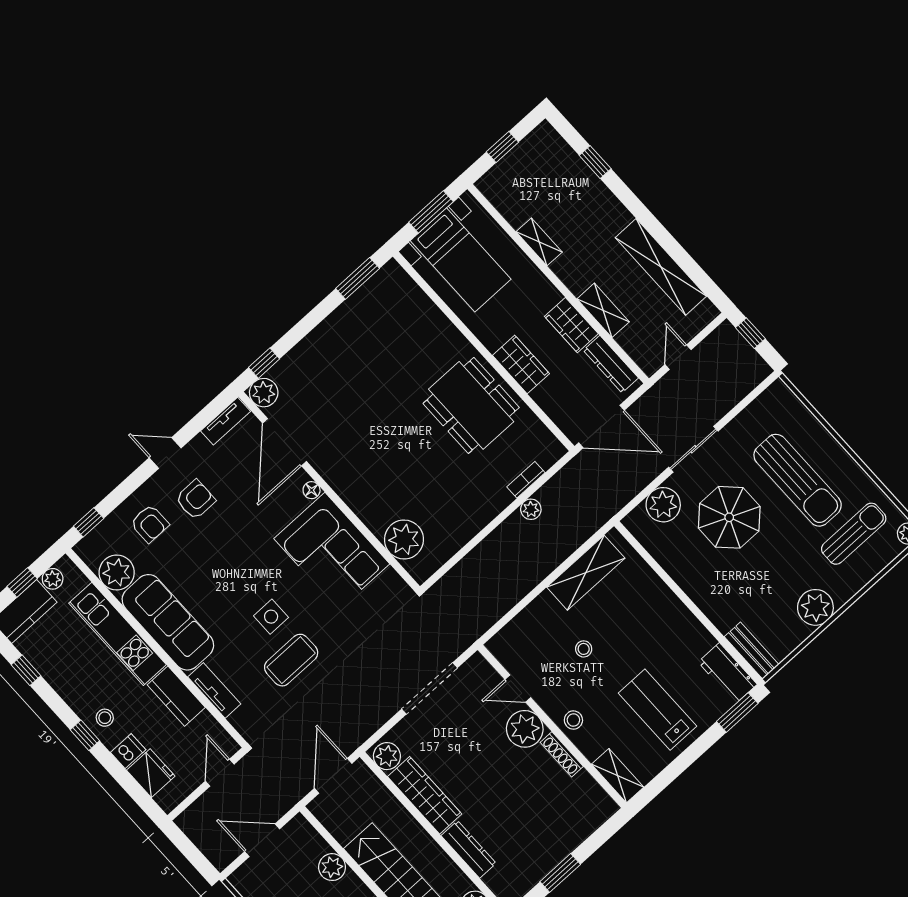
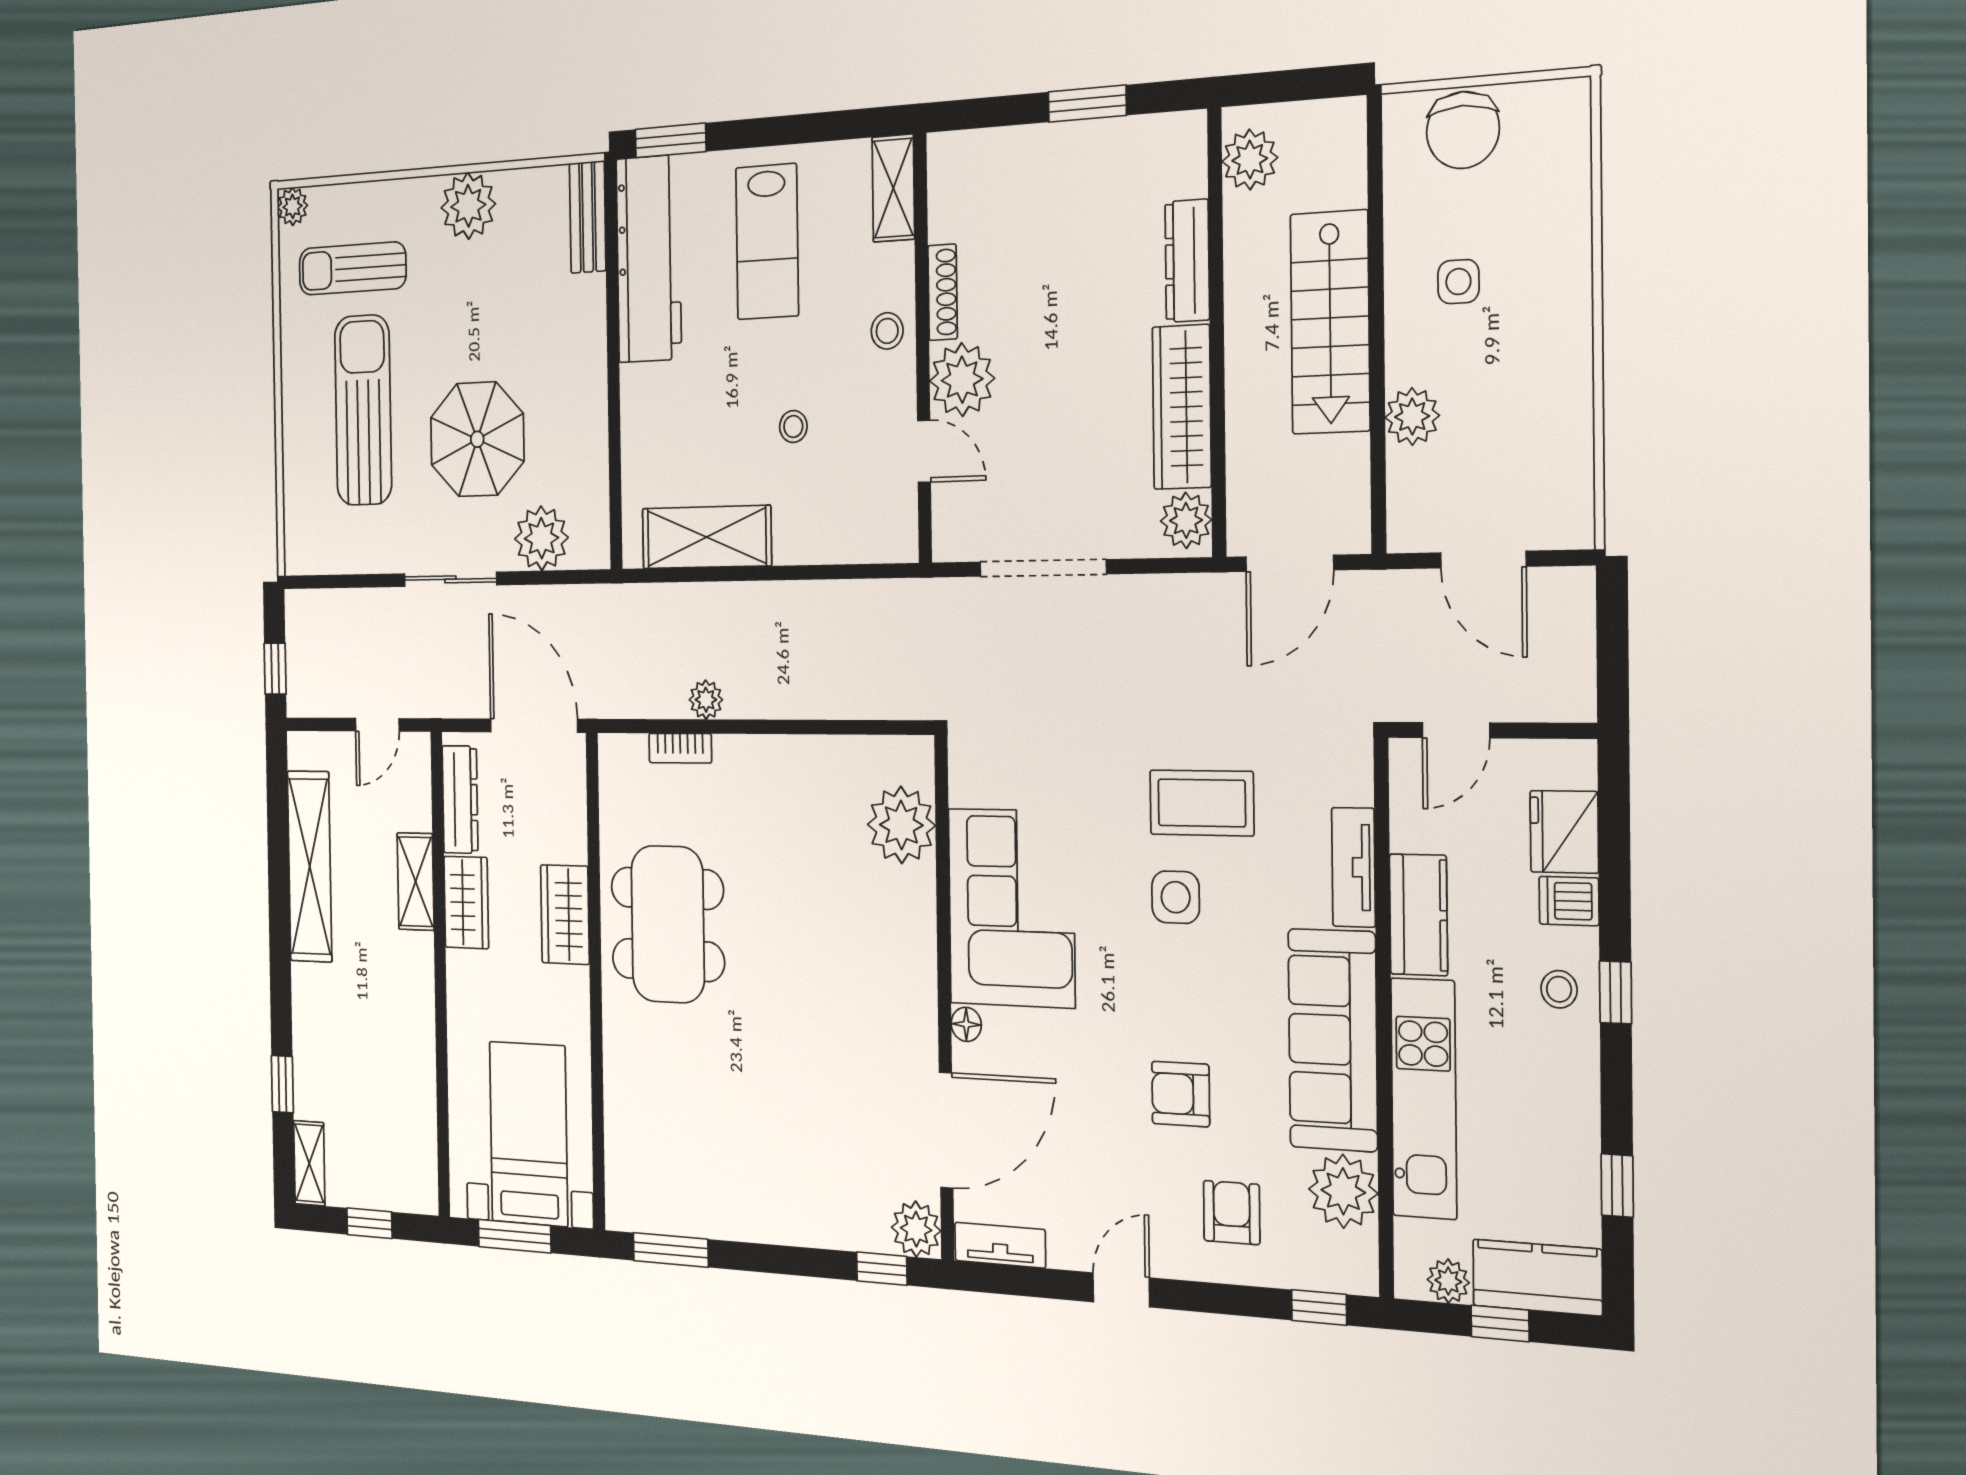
shelving: (539, 242) -> (309, 1163), moved
door: (165, 453) -> (1121, 1290), swing flipped
armchair: (195, 500) -> (1181, 1094), moved
workbench: (728, 673) -> (649, 259), width x1.88, depth x1.32

